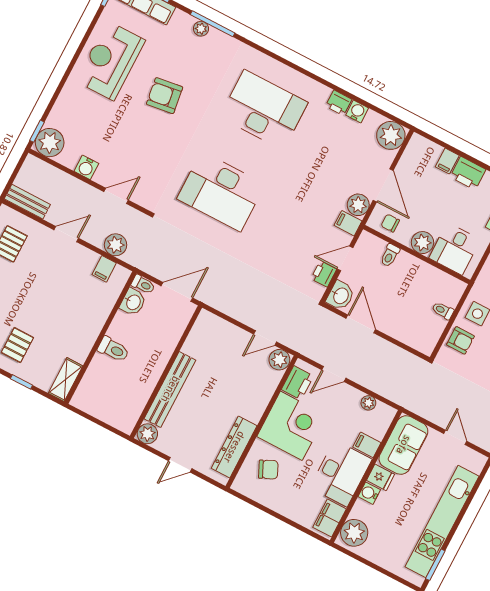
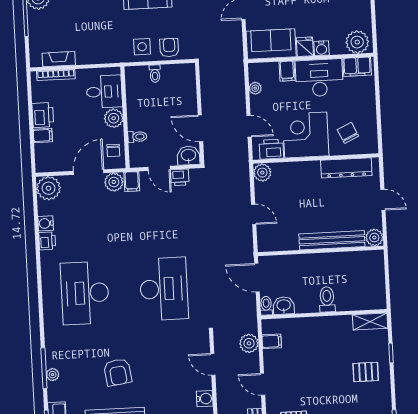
door: (361, 324) -> (200, 128), hinge flipped
door: (265, 338) -> (254, 214), moved

